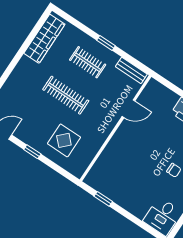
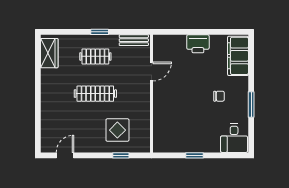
wardrobe: (44, 39) -> (49, 53), width x0.67
window: (32, 152) -> (121, 155), moved
window: (103, 199) -> (195, 155), moved

